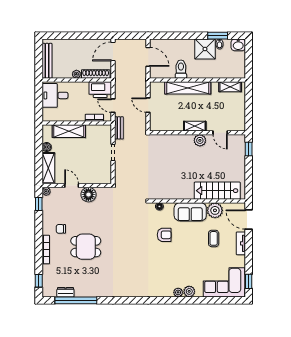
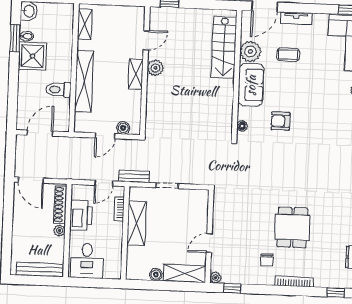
printer: (100, 90) -> (81, 215), moved
boiler: (154, 118) -> (123, 128), added
shelving: (69, 131) -> (137, 223), moved
floor lamp: (88, 195) -> (222, 221), removed
armchair: (164, 235) -> (281, 121), turned -90

